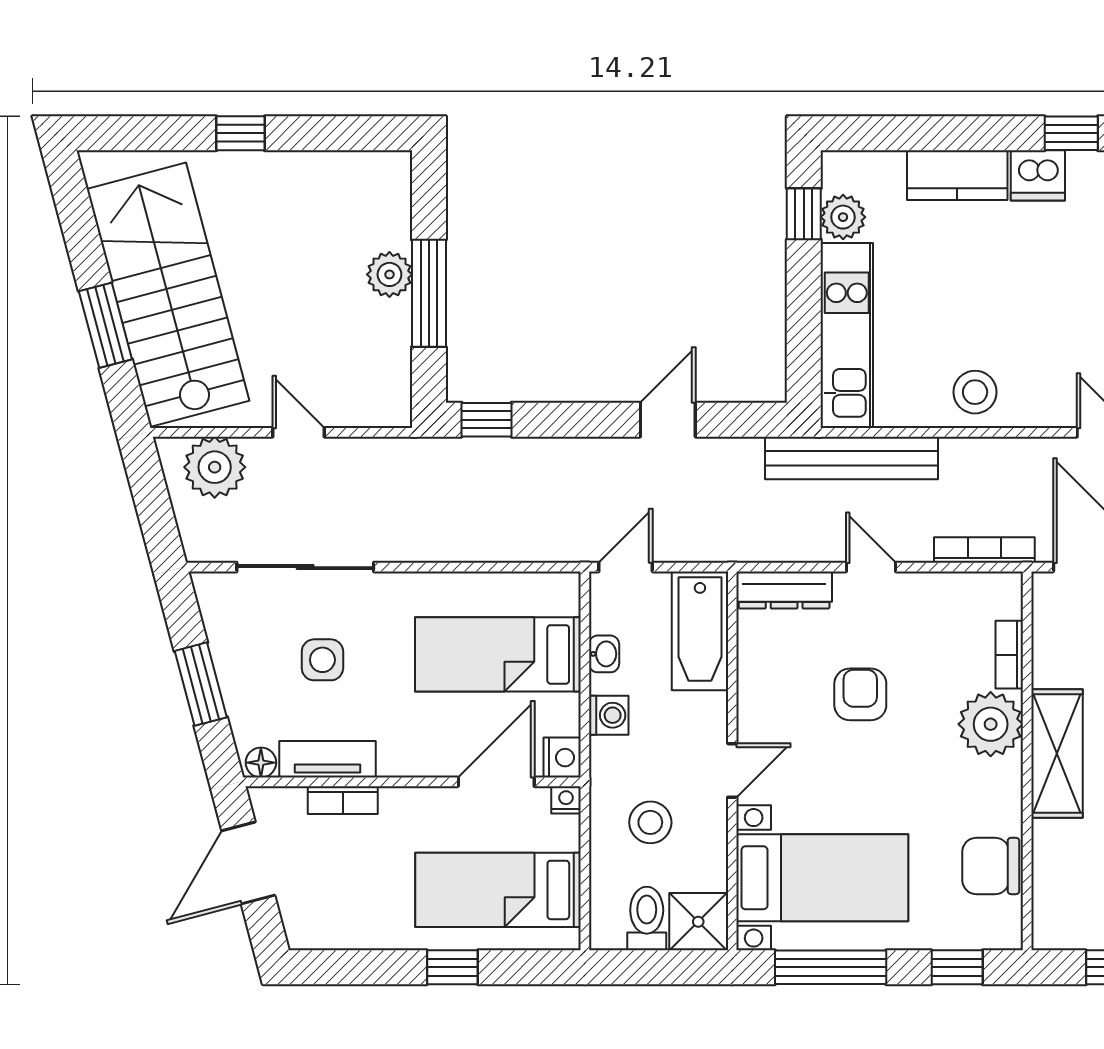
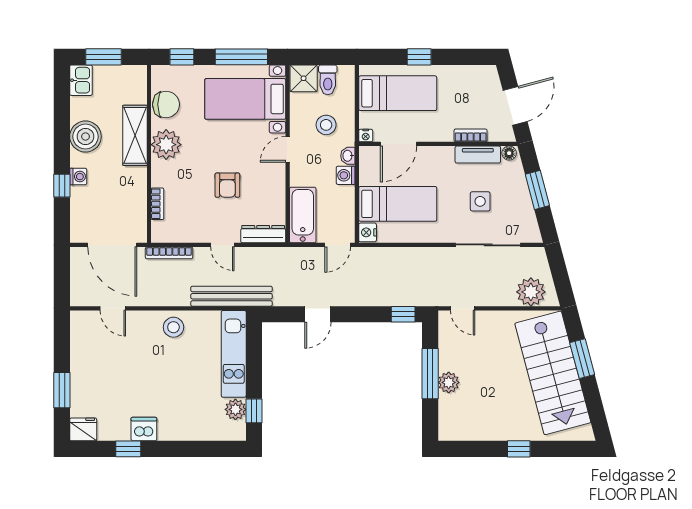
kitchen counter: (957, 175) -> (182, 429), removed
door: (299, 432) -> (463, 308), moved
washbasin: (604, 654) -> (348, 156), moved
plant: (991, 724) -> (166, 145), moved
shelving: (1057, 753) -> (135, 135), moved
nightstand: (562, 758) -> (368, 232), moved

